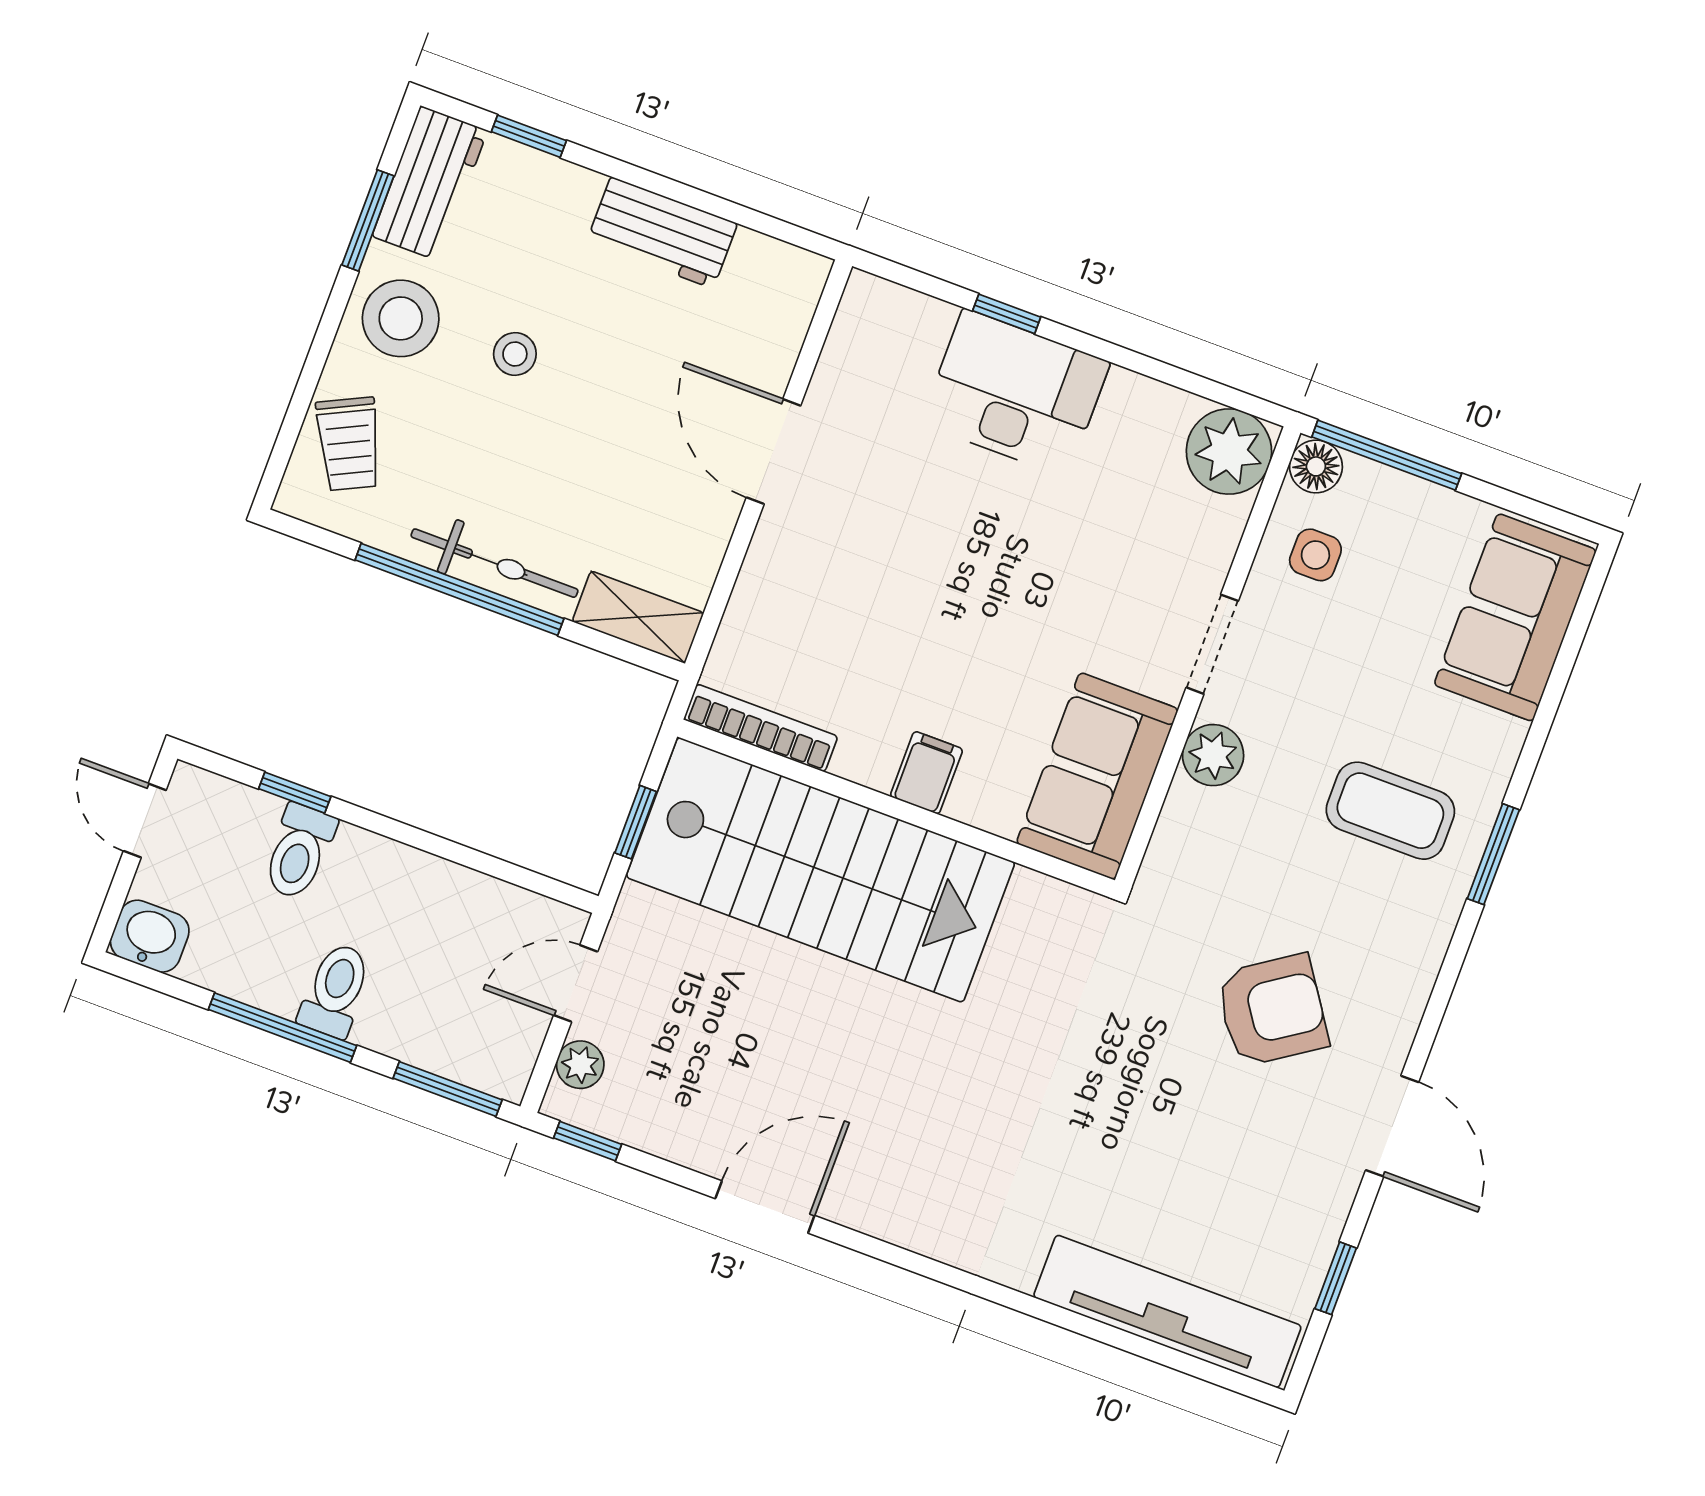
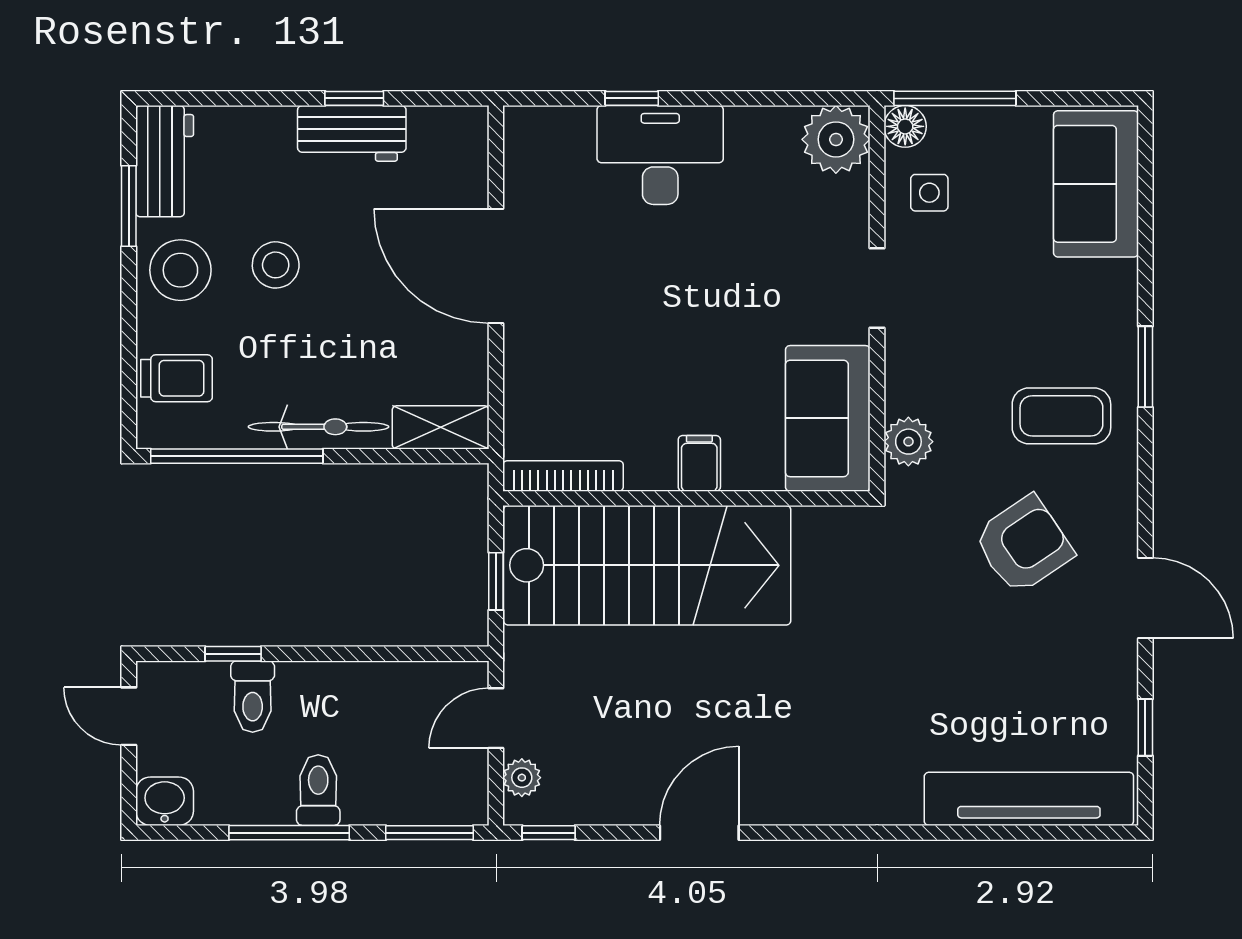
window: (529, 136) -> (354, 98), moved
stool: (515, 354) -> (276, 265), width x1.37, depth x1.37
trolley: (349, 444) -> (177, 378), turned -64
door: (773, 452) -> (496, 266), width x1.36
window: (459, 589) -> (237, 456), moved
plant: (1213, 755) -> (908, 442), moved
coffee table: (1390, 811) -> (1061, 416), moved

